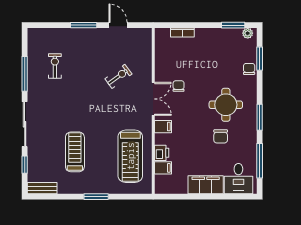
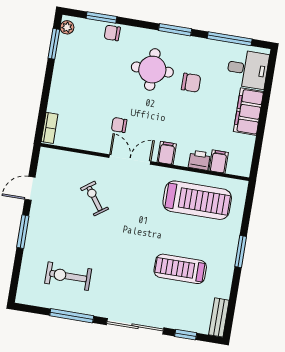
bookcase: (182, 33) -> (50, 128), moved
exercise bike: (55, 66) -> (68, 276), width x1.38, depth x1.39

